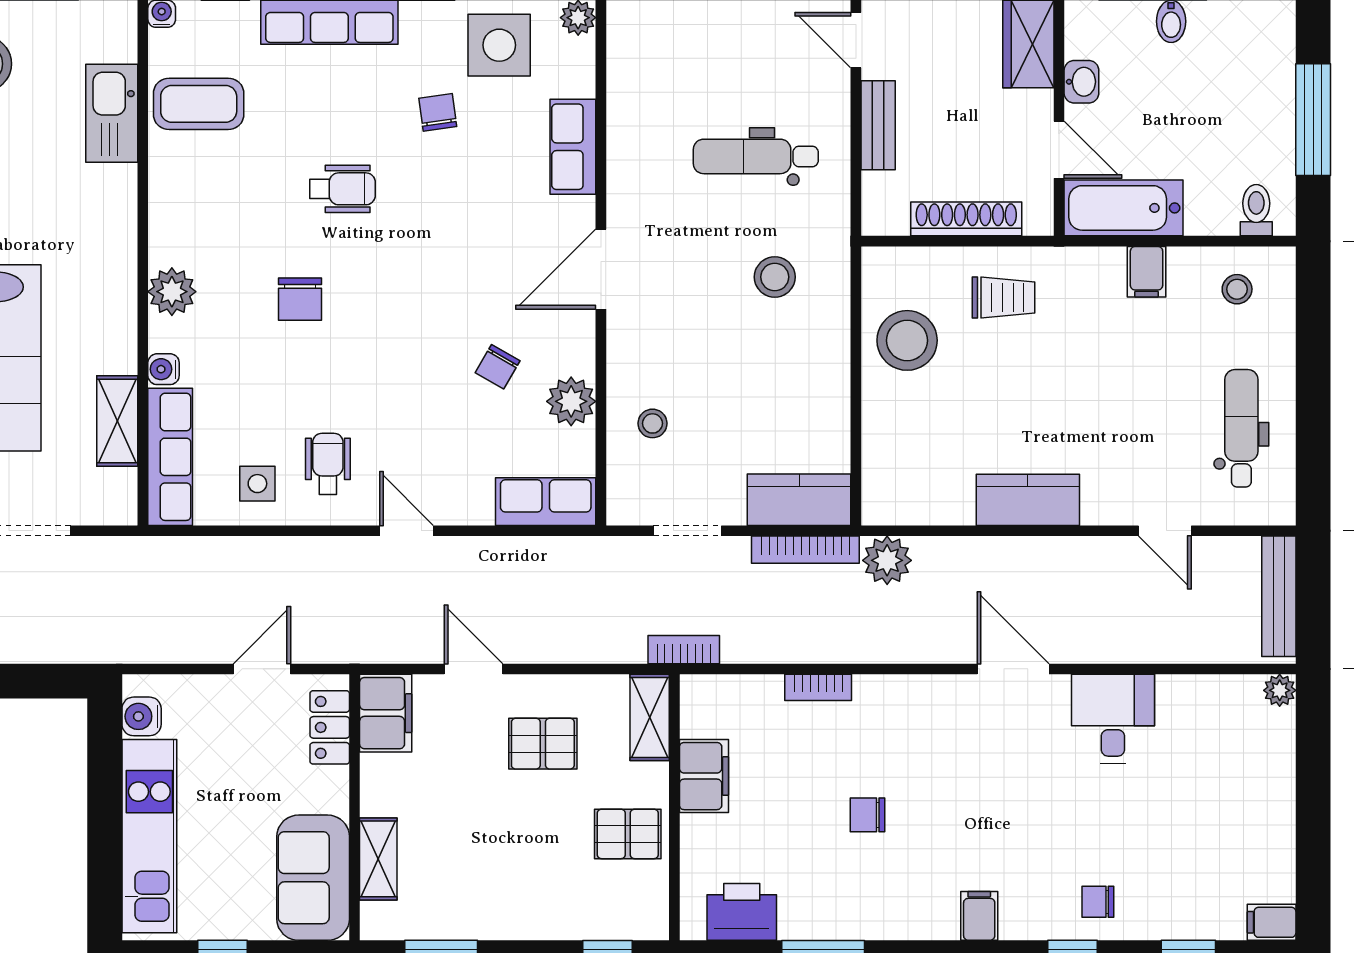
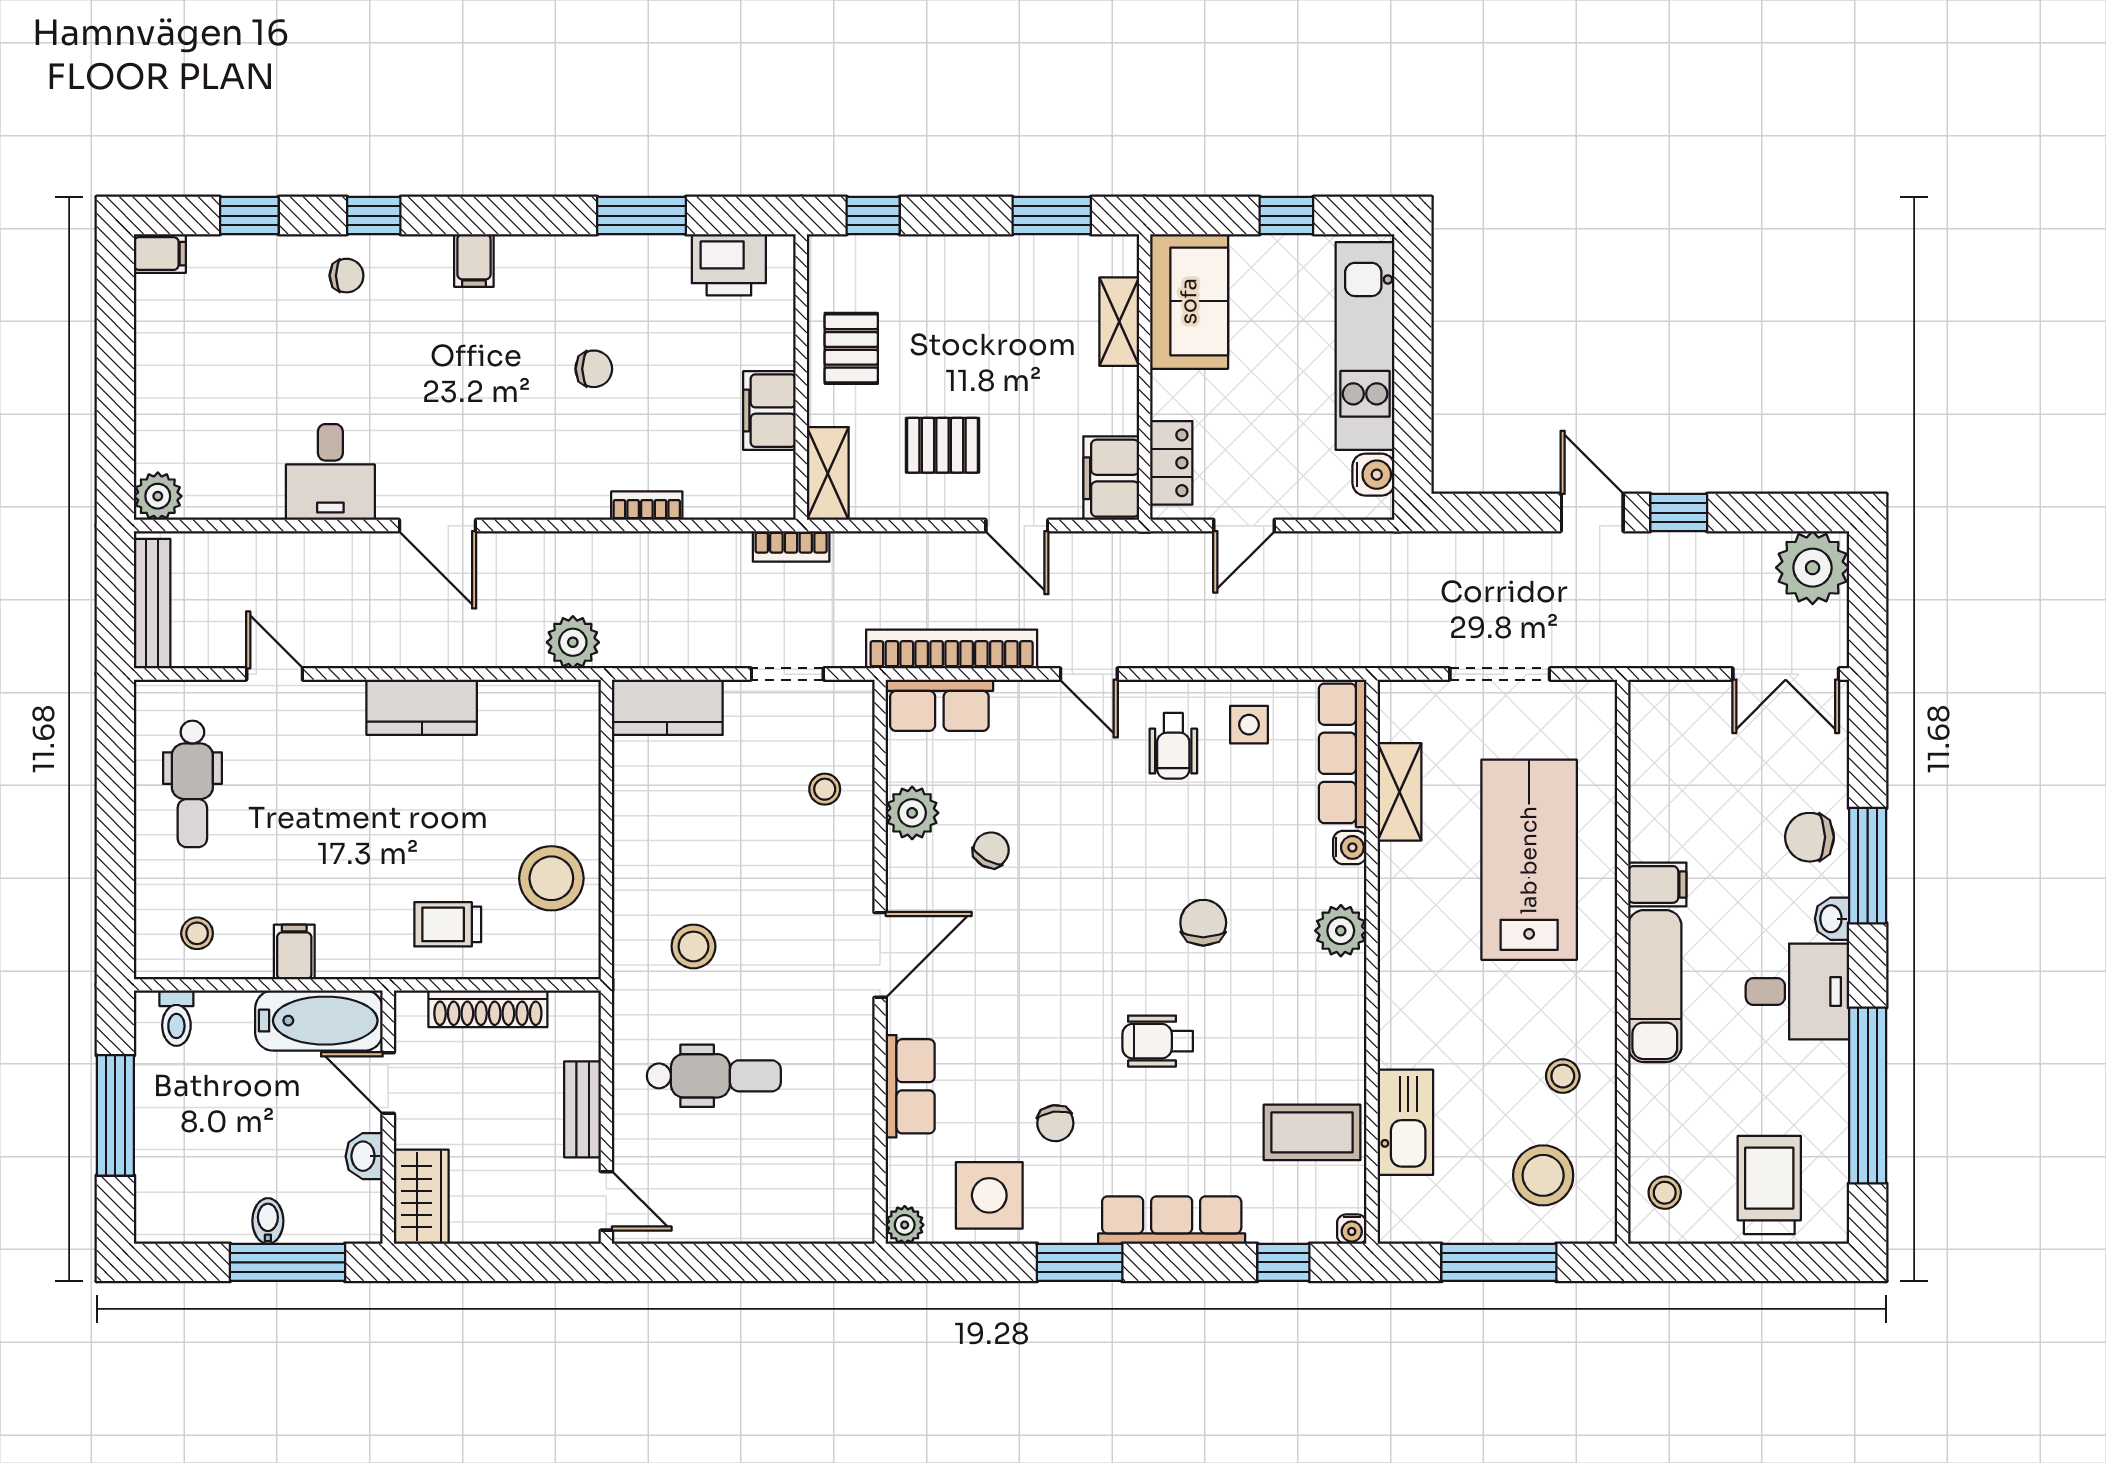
bookcase: (805, 550) -> (952, 649), moved, width x1.48, depth x1.31
plant: (1280, 690) -> (158, 496), width x1.38, depth x1.38
pallet: (628, 834) -> (851, 348), turned 90

